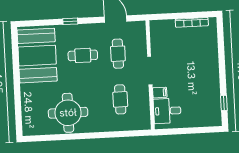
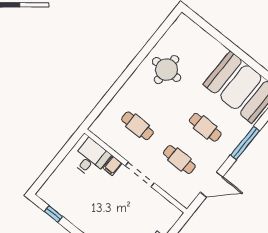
window: (70, 21) -> (245, 143), width x2.17
cafe table: (83, 55) -> (205, 127), turned 90
round table: (68, 113) -> (167, 70), width x0.73, depth x0.73

